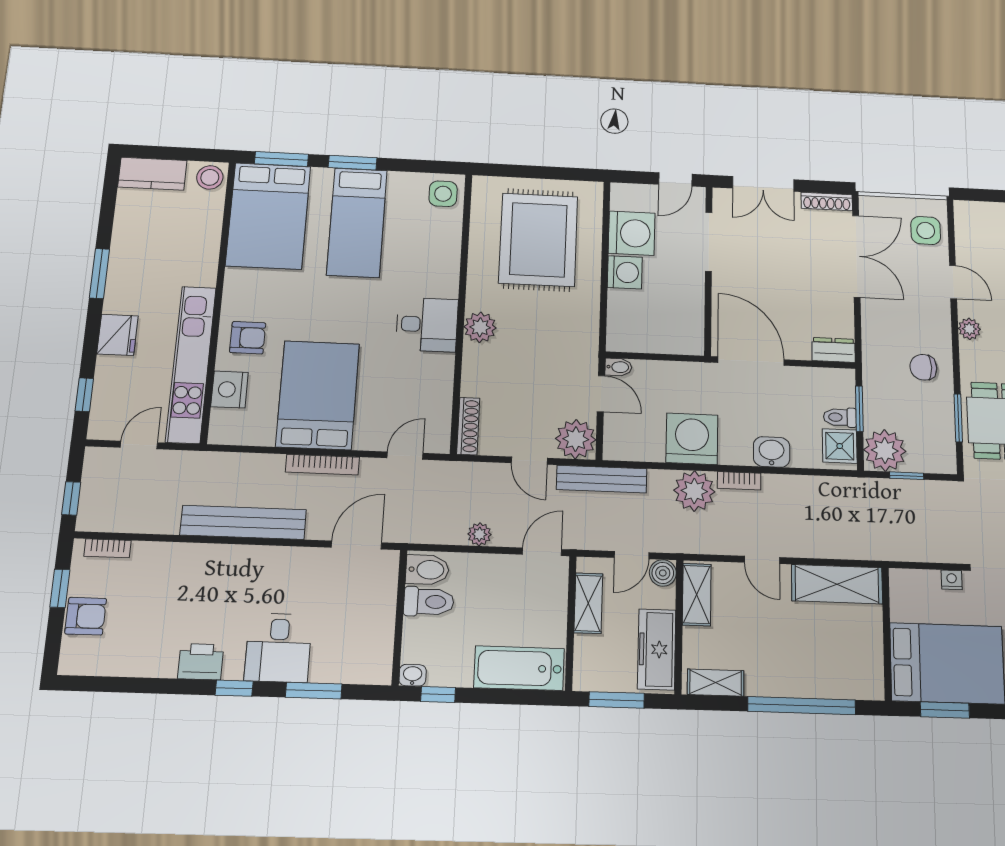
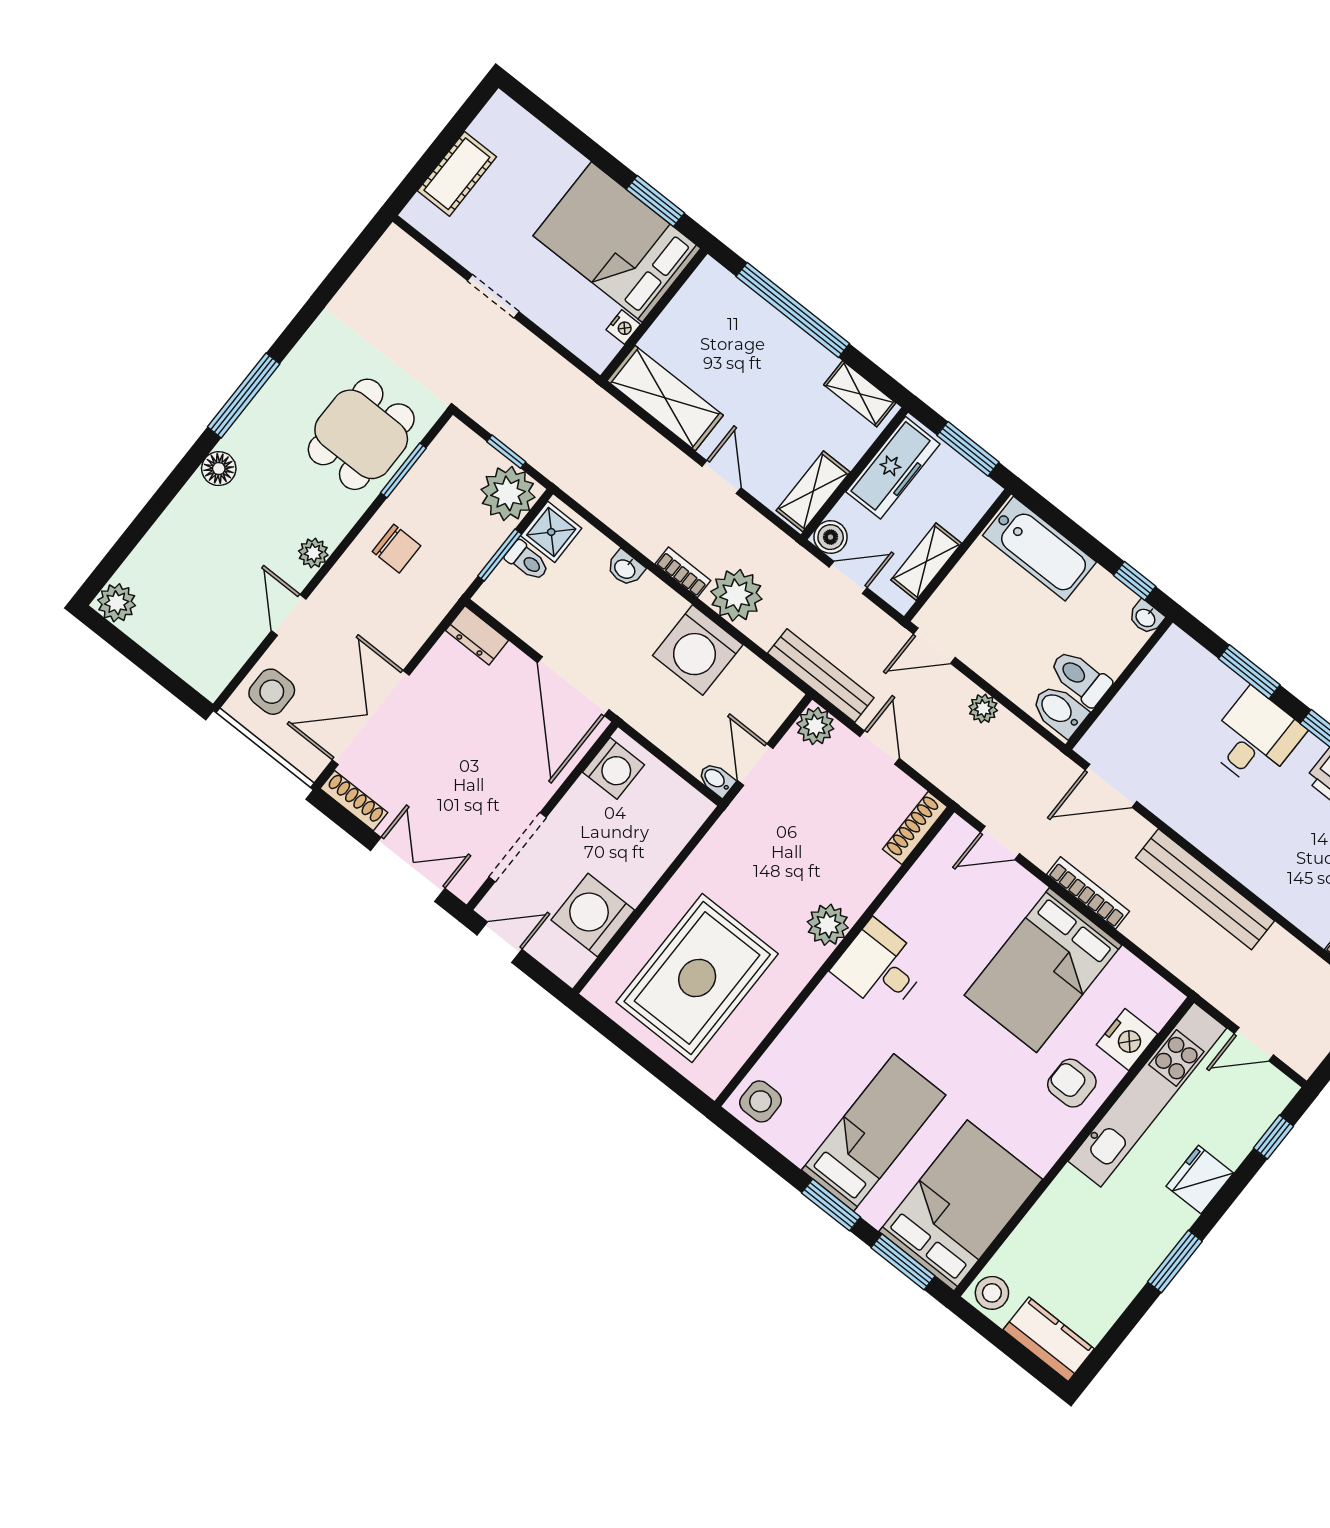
washing machine: (625, 272) -> (613, 768), moved, turned 180
plant: (576, 439) -> (815, 726), width x0.73, depth x0.73
washbasin: (772, 452) -> (625, 568), width x0.72, depth x0.69
nightstand: (952, 580) -> (623, 327), moved, turned -90

